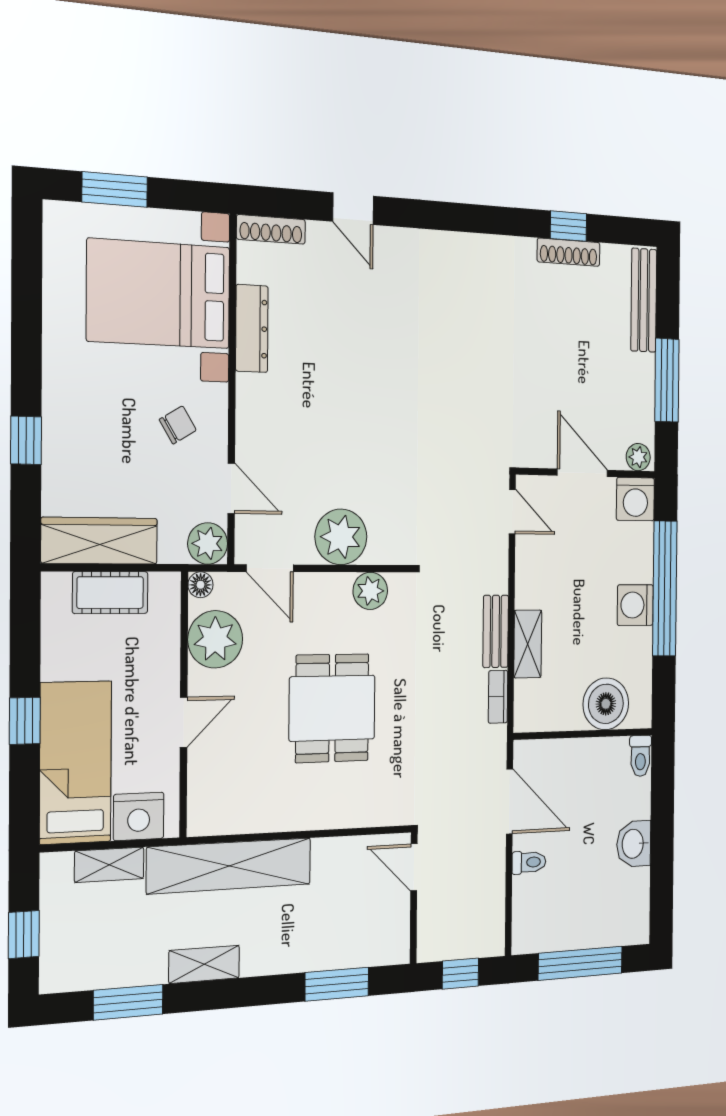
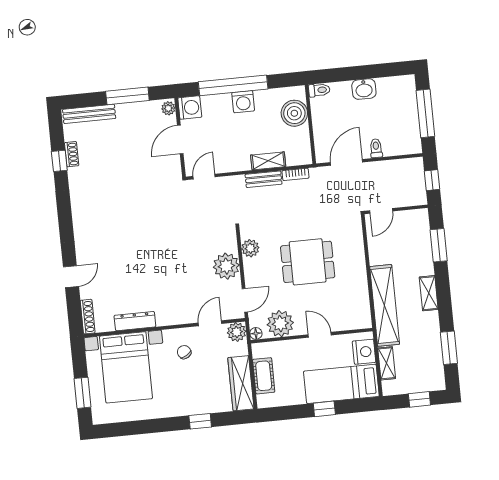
shoe rack: (569, 252) -> (72, 154), width x0.70
shelving: (204, 964) -> (429, 293), moved

